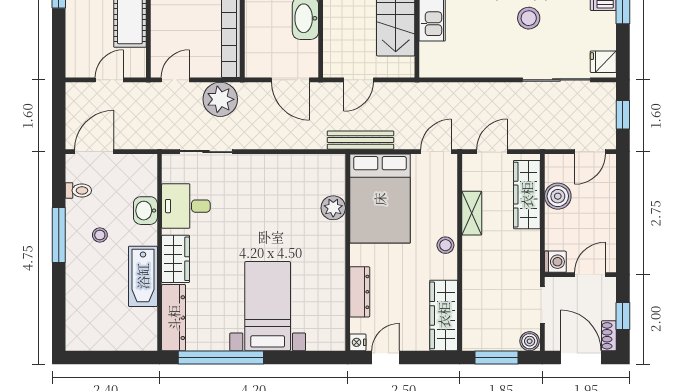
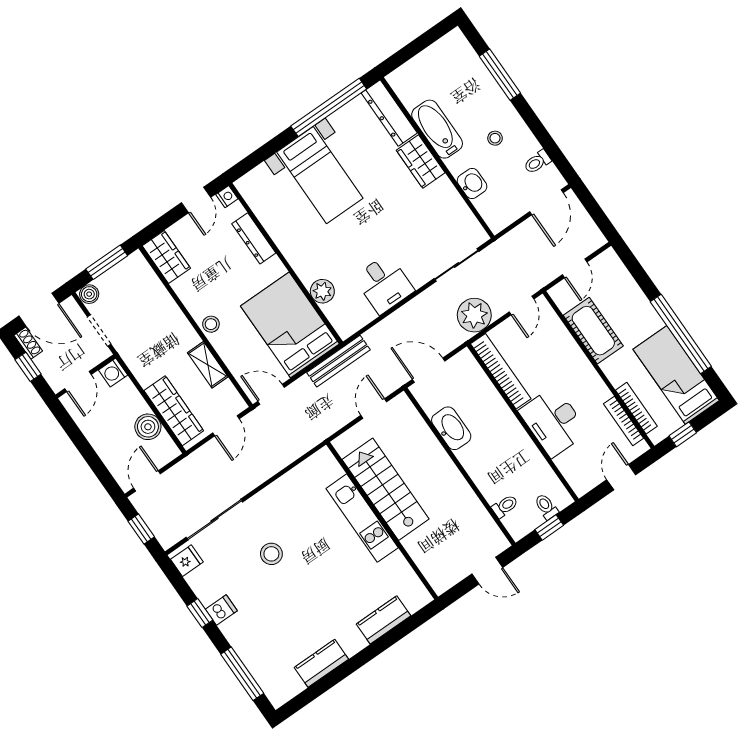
door: (436, 152) -> (271, 394), swing flipped
desk: (186, 206) -> (384, 284), moved, turned 90
window: (59, 235) -> (500, 75), moved
wardrobe: (444, 315) -> (166, 257), width x0.67

